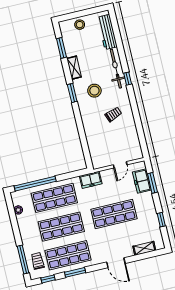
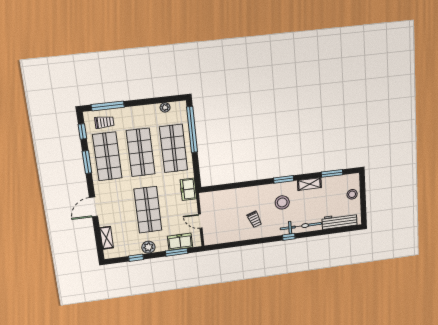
plant: (150, 209) -> (148, 247), added

